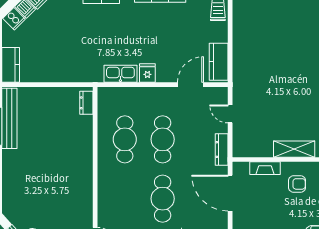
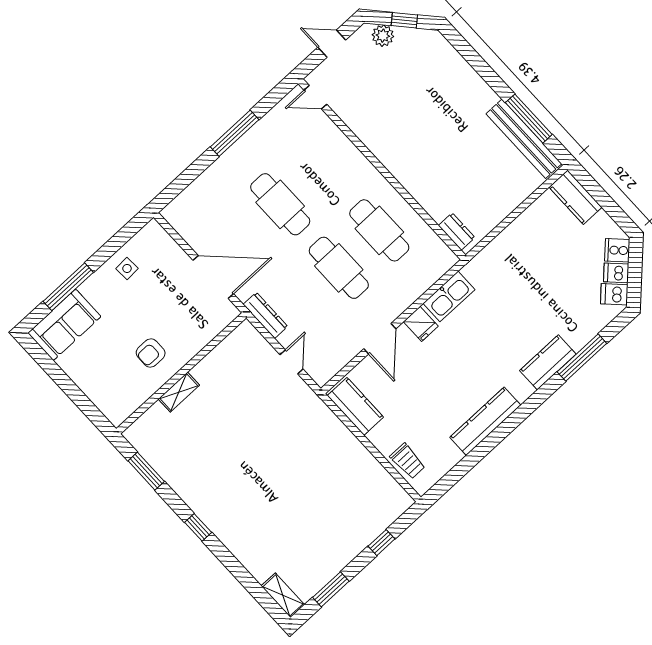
door: (190, 85) -> (380, 339), moved
door: (230, 114) -> (292, 362), hinge flipped
shelving: (294, 149) -> (179, 392), width x0.67, depth x0.75
fireplace: (265, 168) -> (201, 338), removed

